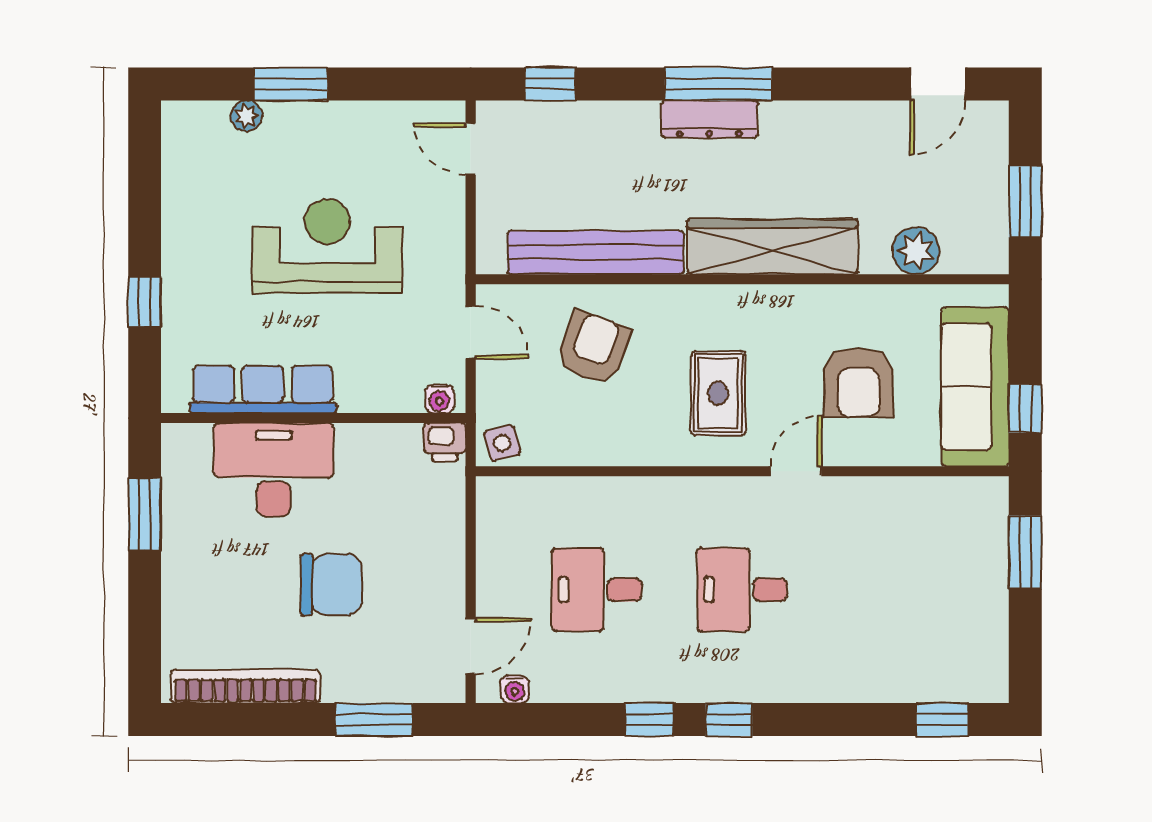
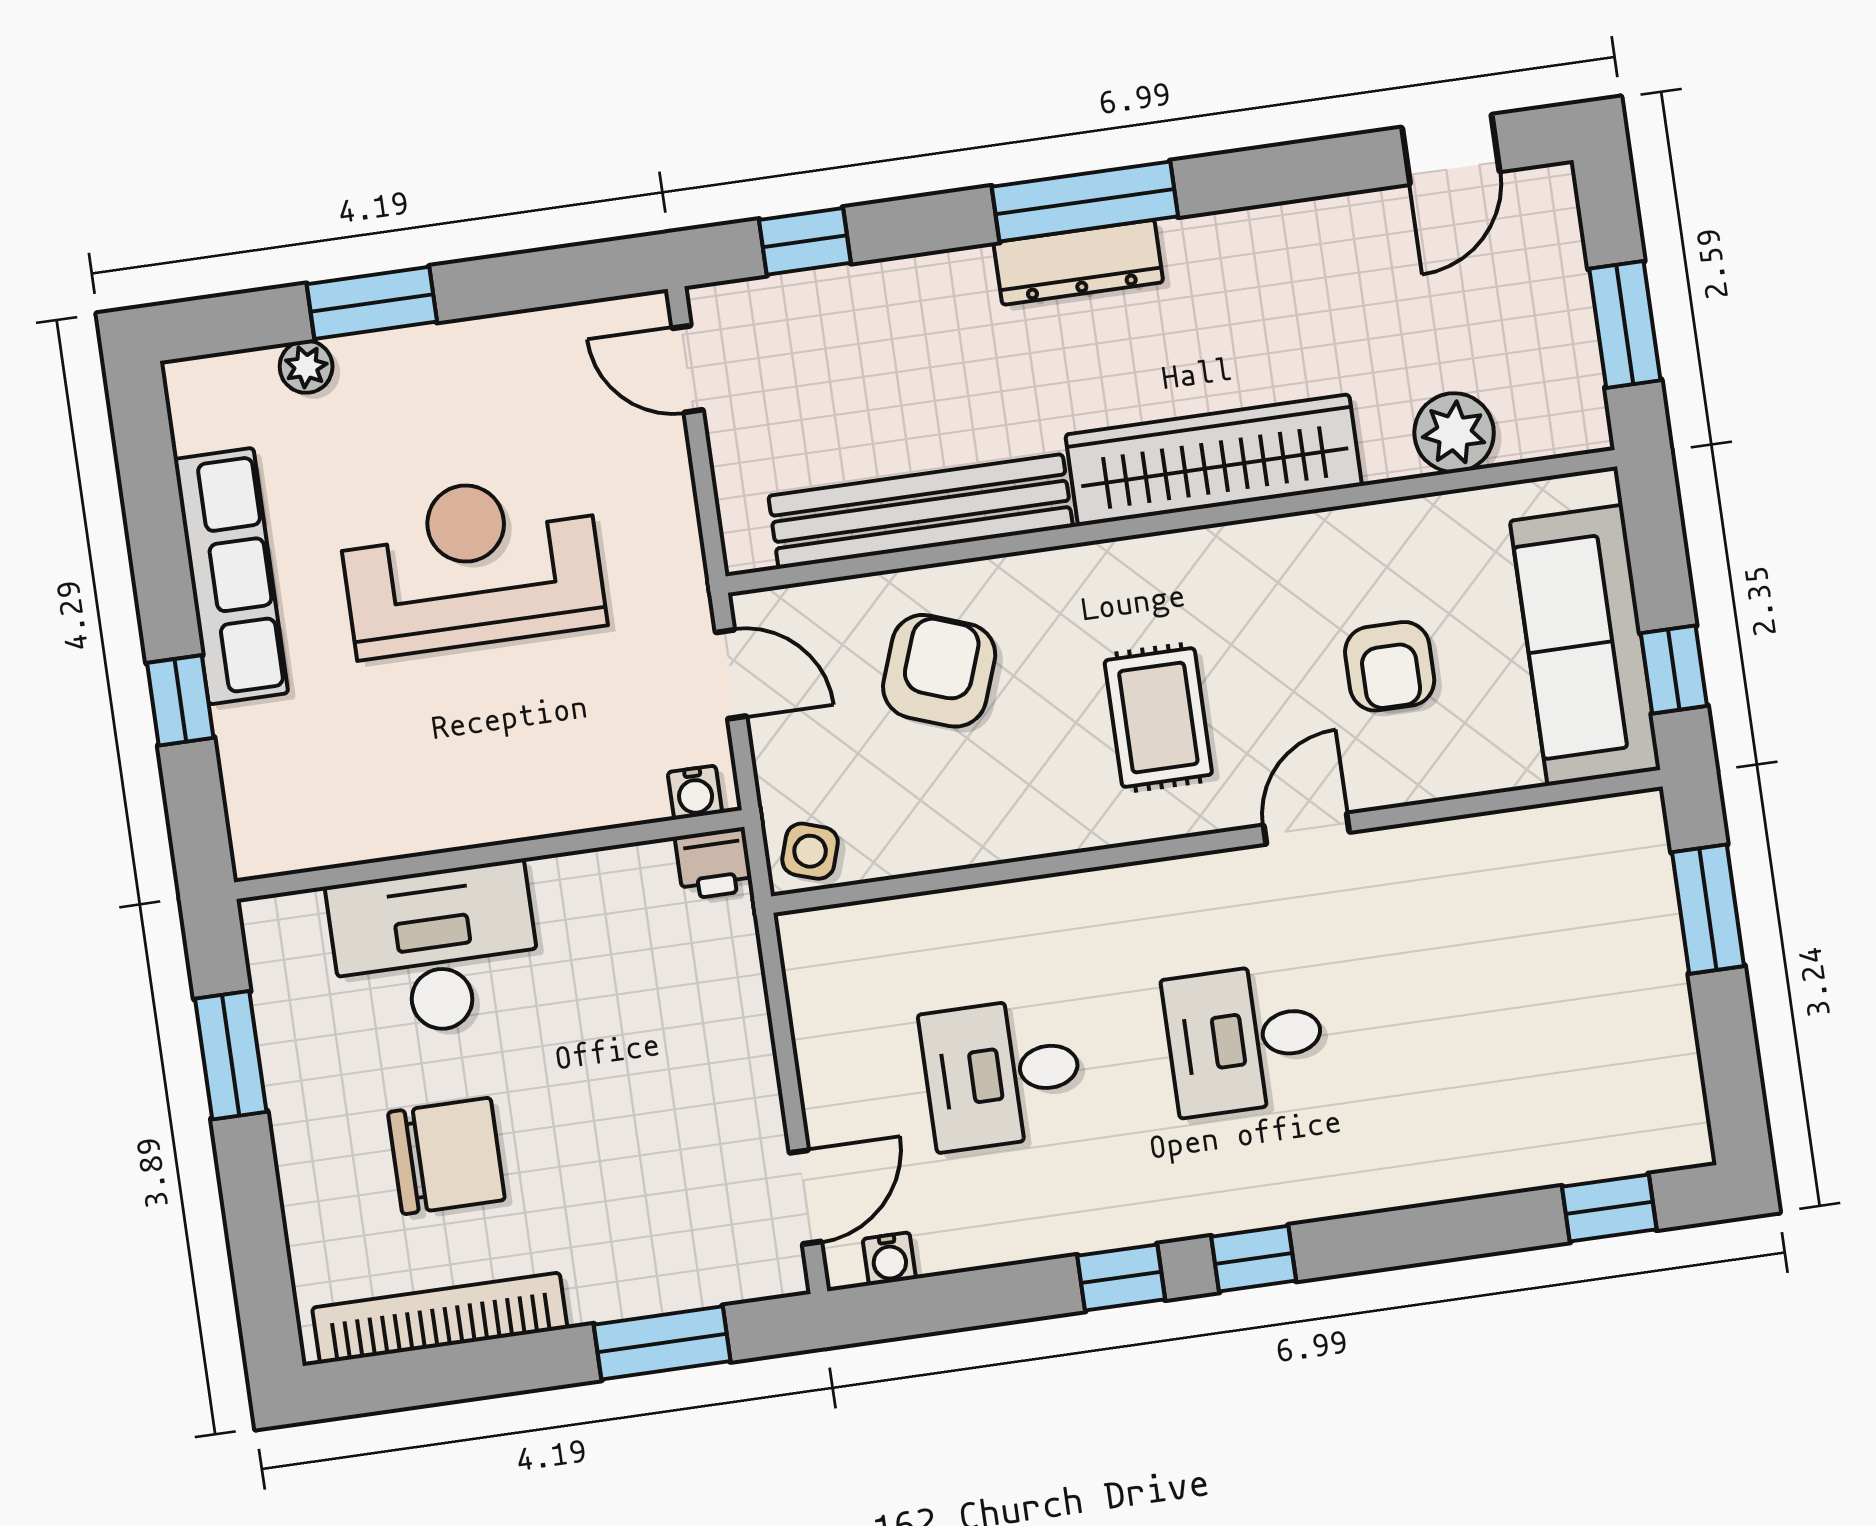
armchair: (858, 383) -> (1390, 666), width x0.72, depth x0.72
row of seats: (263, 389) -> (231, 576), moved, turned 90
side table: (502, 443) -> (810, 851), turned 32
chair: (331, 585) -> (446, 1156), moved

